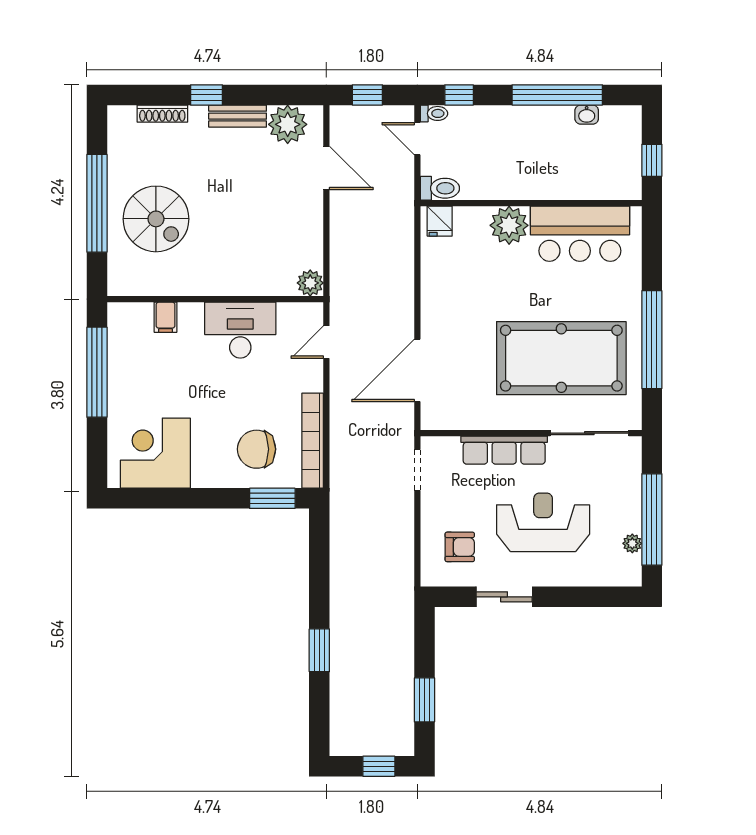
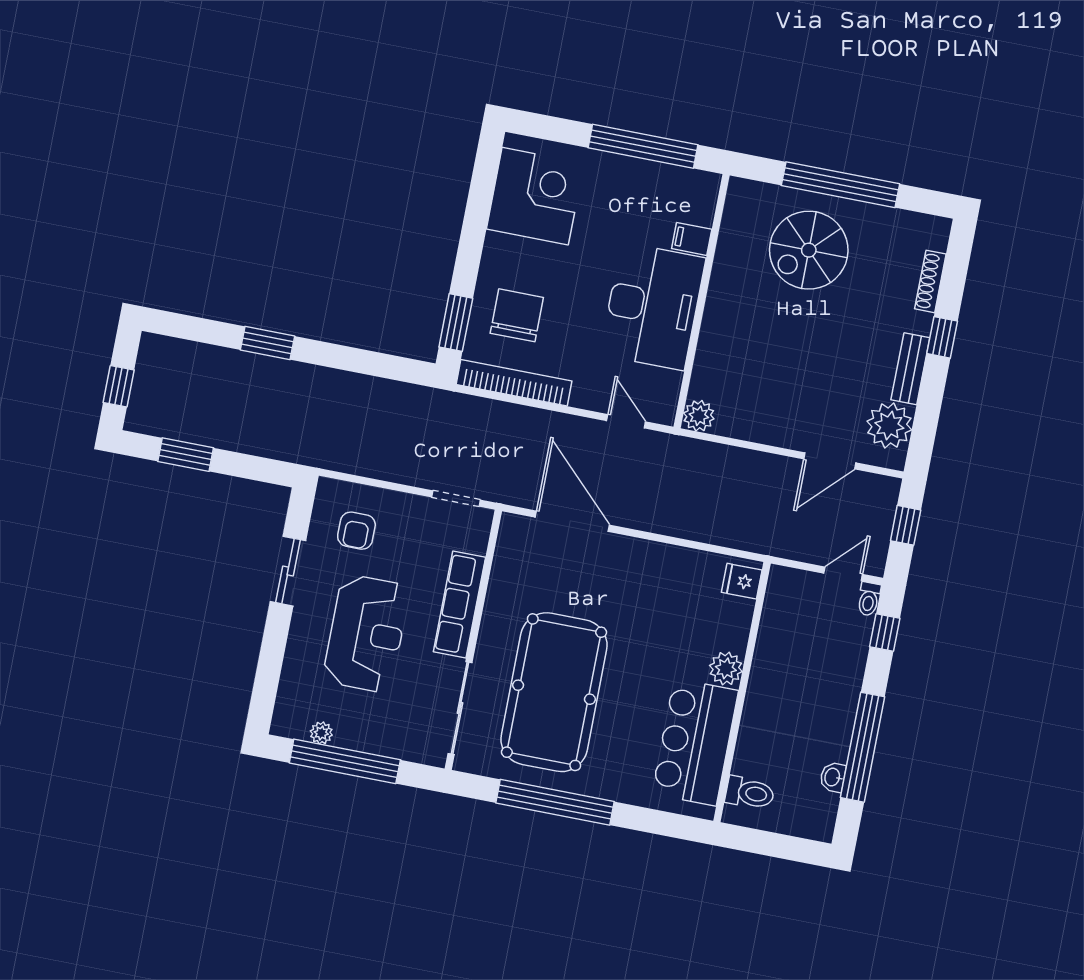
window: (652, 160) -> (765, 843), removed
toilet: (440, 188) -> (750, 793), moved, turned -90
plant: (509, 225) -> (726, 668), width x0.73, depth x0.73
desk: (240, 330) -> (653, 306), width x1.36, depth x1.30

